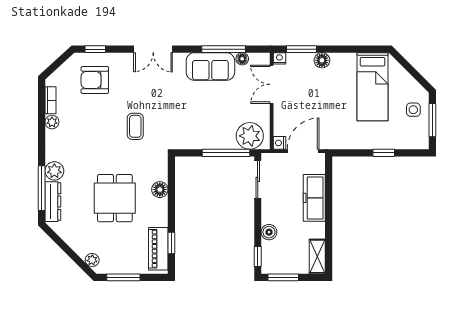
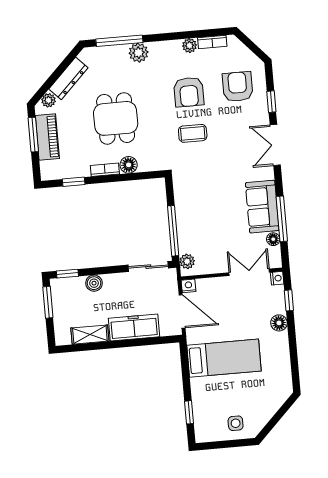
window: (95, 49) -> (271, 102), moved
window: (301, 49) -> (289, 300), width x0.67
bed: (372, 87) -> (224, 358), moved, turned 180
window: (432, 120) -> (226, 444), removed
armchair: (96, 127) -> (189, 92), added
plant: (250, 136) -> (187, 261), width x0.53, depth x0.53
window: (384, 153) -> (189, 412), moved
dining table: (115, 198) -> (116, 118), turned 90
dresser: (53, 202) -> (68, 78), moved, turned -45
bookcase: (162, 212) -> (105, 170), added
piano: (158, 249) -> (47, 137), moved, turned 90
shelving: (317, 256) -> (90, 335), moved

